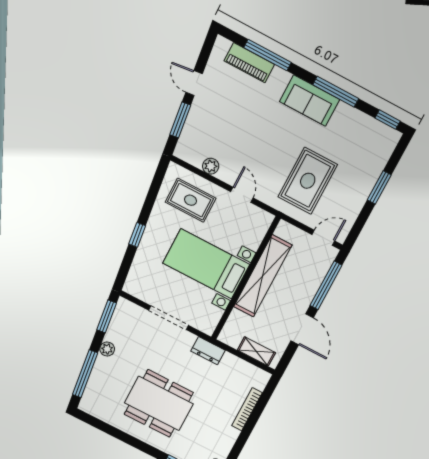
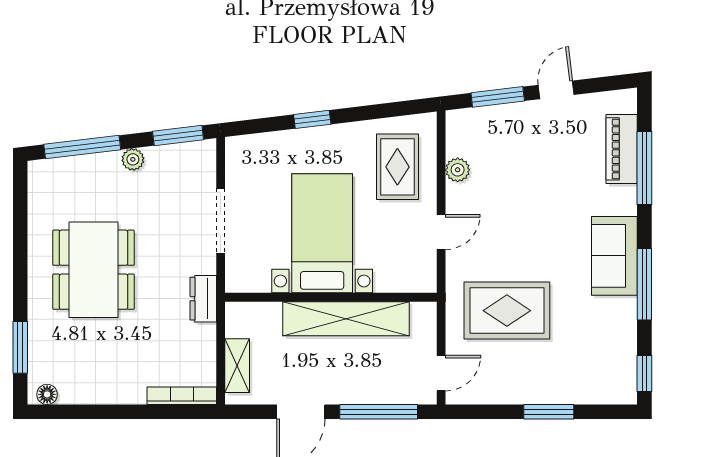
door: (323, 238) -> (441, 373), hinge flipped
bookcase: (247, 409) -> (182, 396), moved

